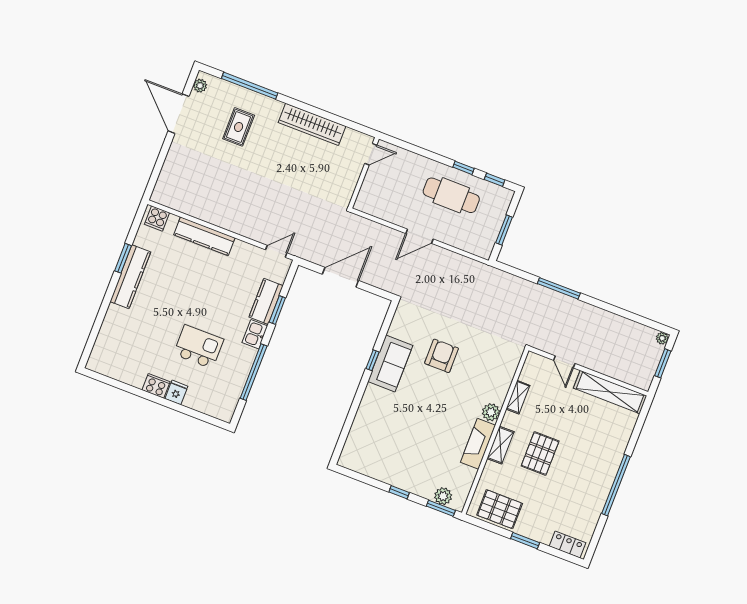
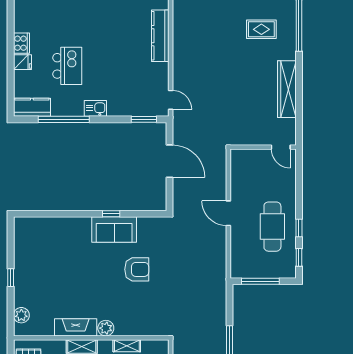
window: (504, 230) -> (260, 281), width x1.44
kitchen counter: (266, 301) -> (32, 107), moved
window: (277, 310) -> (144, 119), moved
window: (441, 508) -> (11, 317), removed

